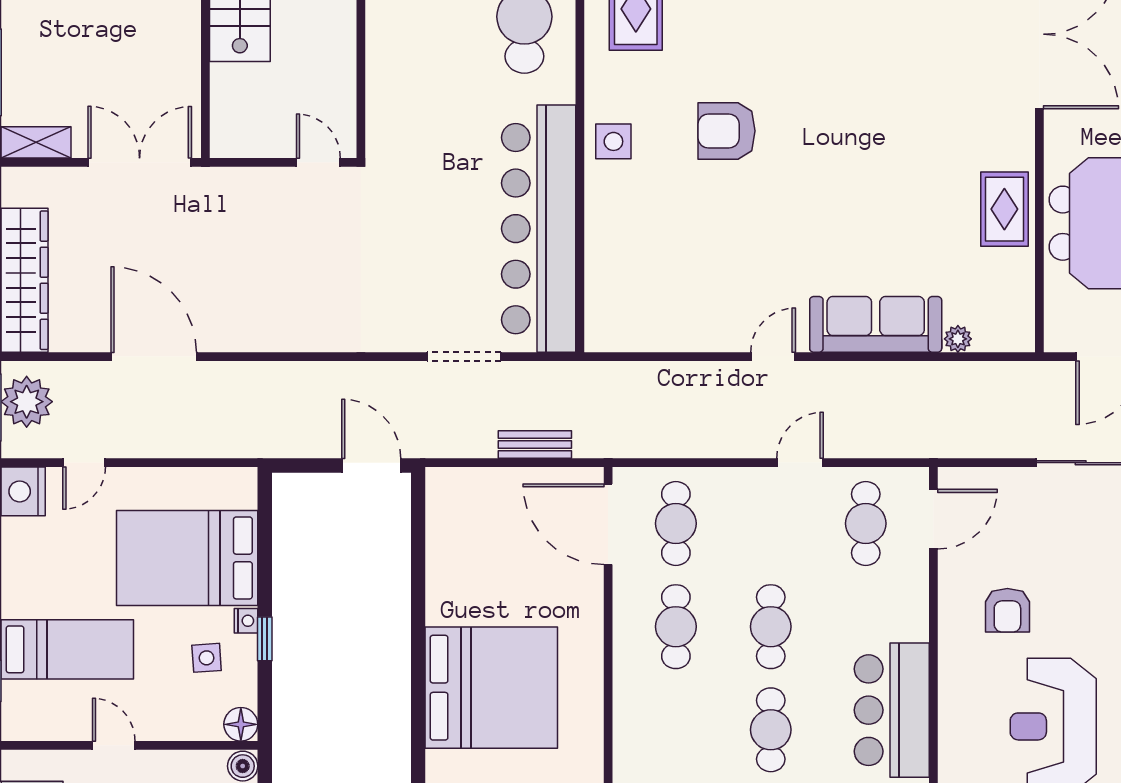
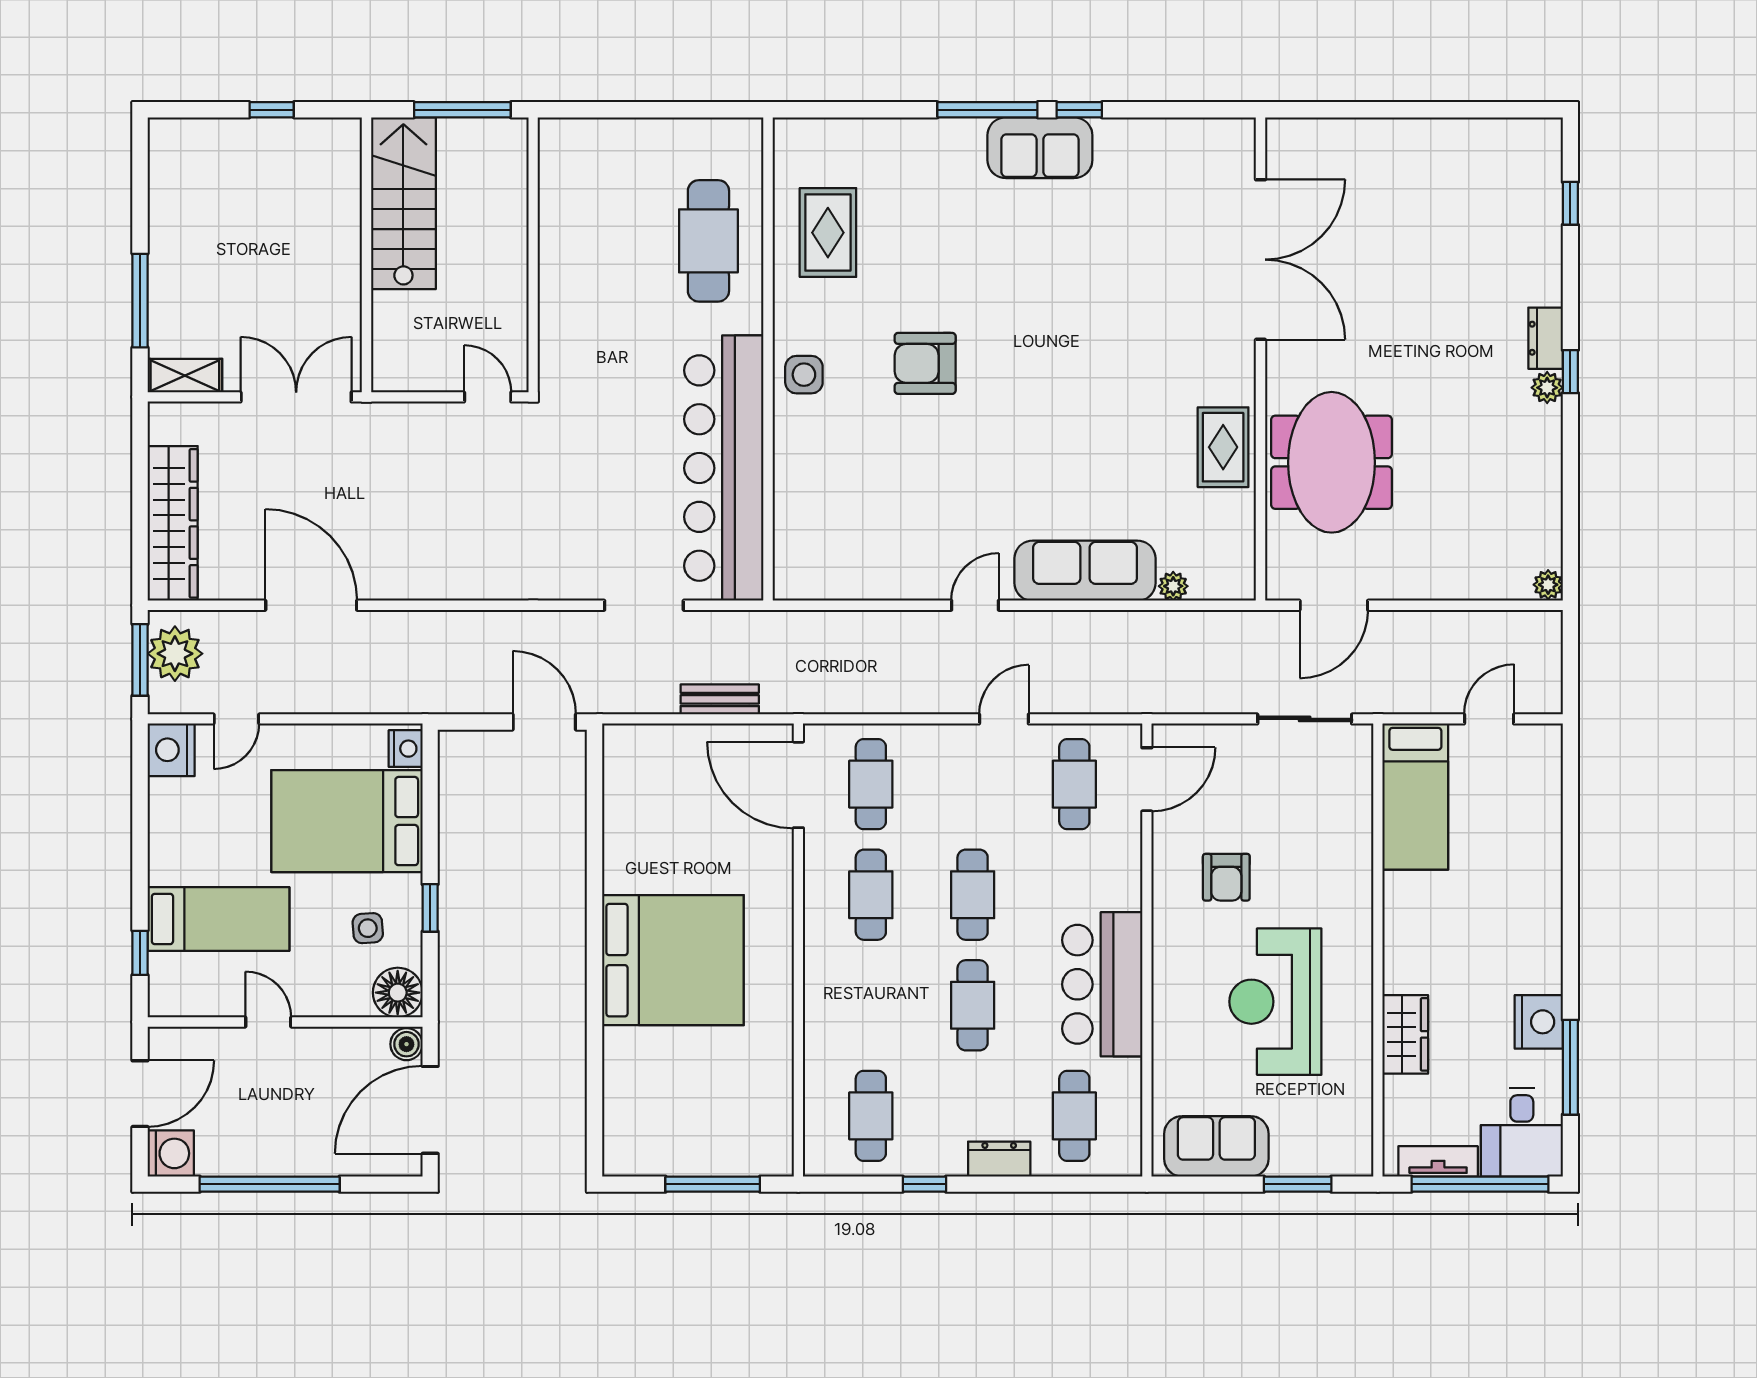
nightstand: (246, 621) -> (406, 749), moved, width x1.39, depth x1.35
floor lamp: (241, 724) -> (398, 993), width x1.38, depth x1.38

